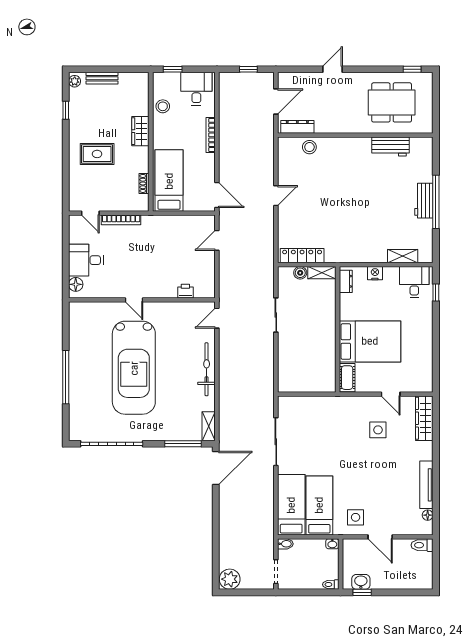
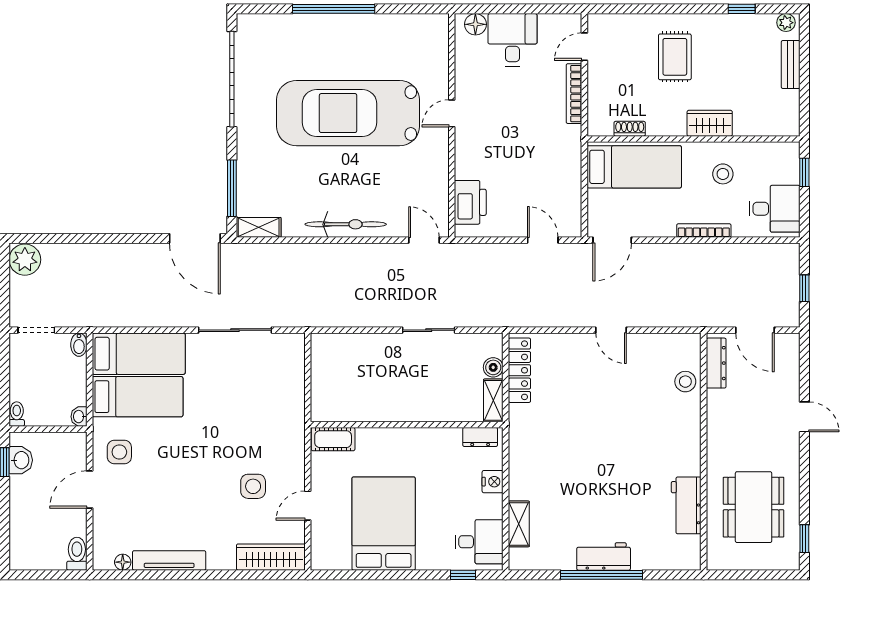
stool: (163, 106) -> (723, 174), moved
printer: (185, 291) -> (470, 202), width x1.87, depth x1.48
bed: (370, 341) -> (384, 524), moved, turned 180

